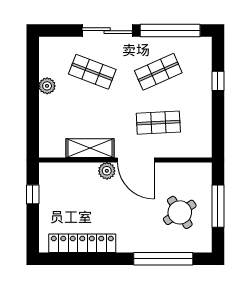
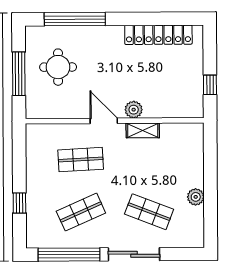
shelving: (90, 148) -> (143, 130), width x0.67, depth x0.75
door: (136, 160) -> (104, 121), width x0.73
round table: (180, 212) -> (58, 67), turned 33

